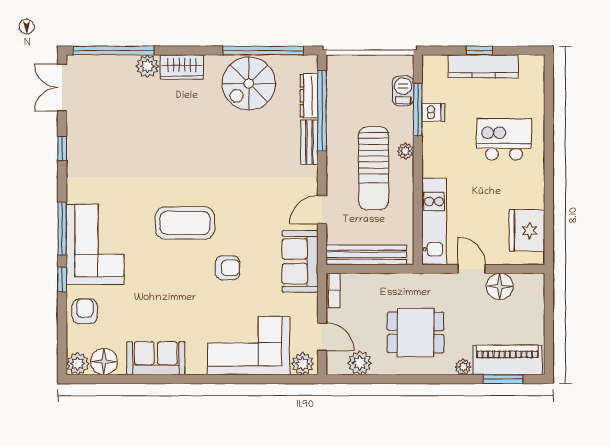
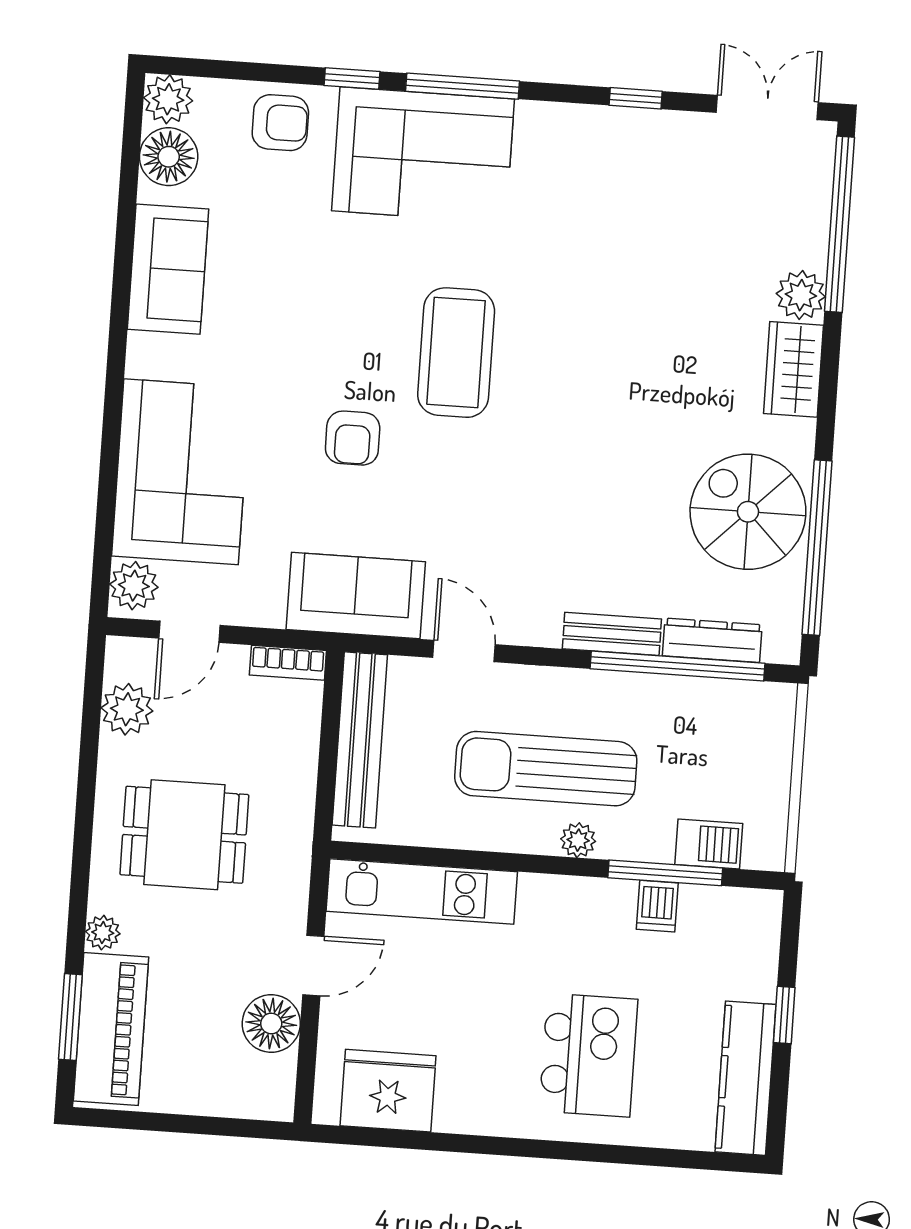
kitchen counter: (483, 66) -> (746, 1078), moved
dining table: (416, 332) -> (184, 835), turned 90

